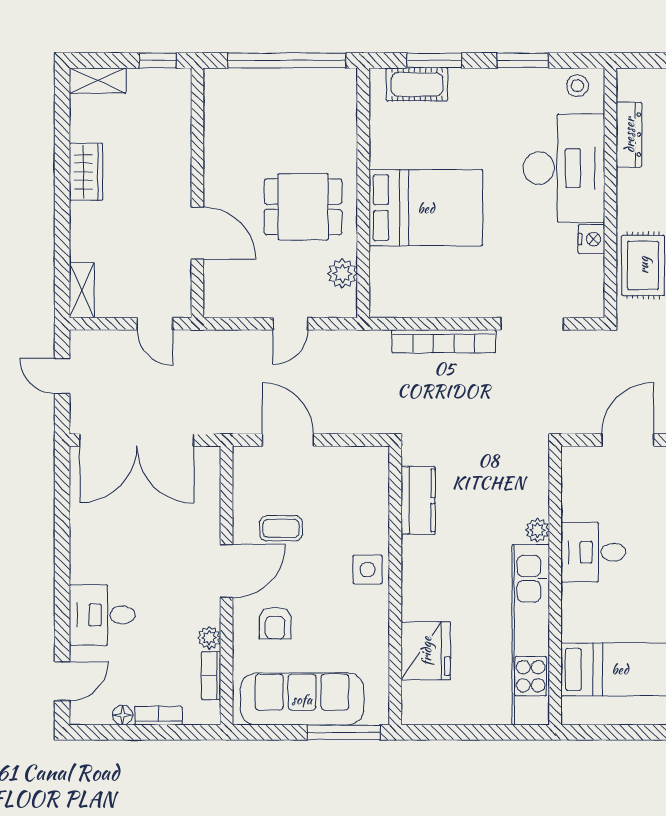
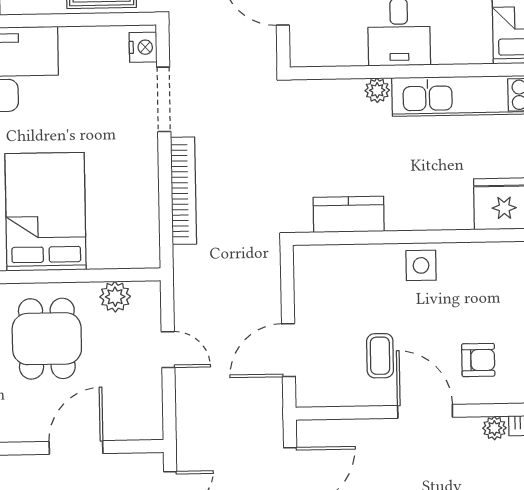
nightstand: (591, 239) -> (143, 47), moved, turned 90

